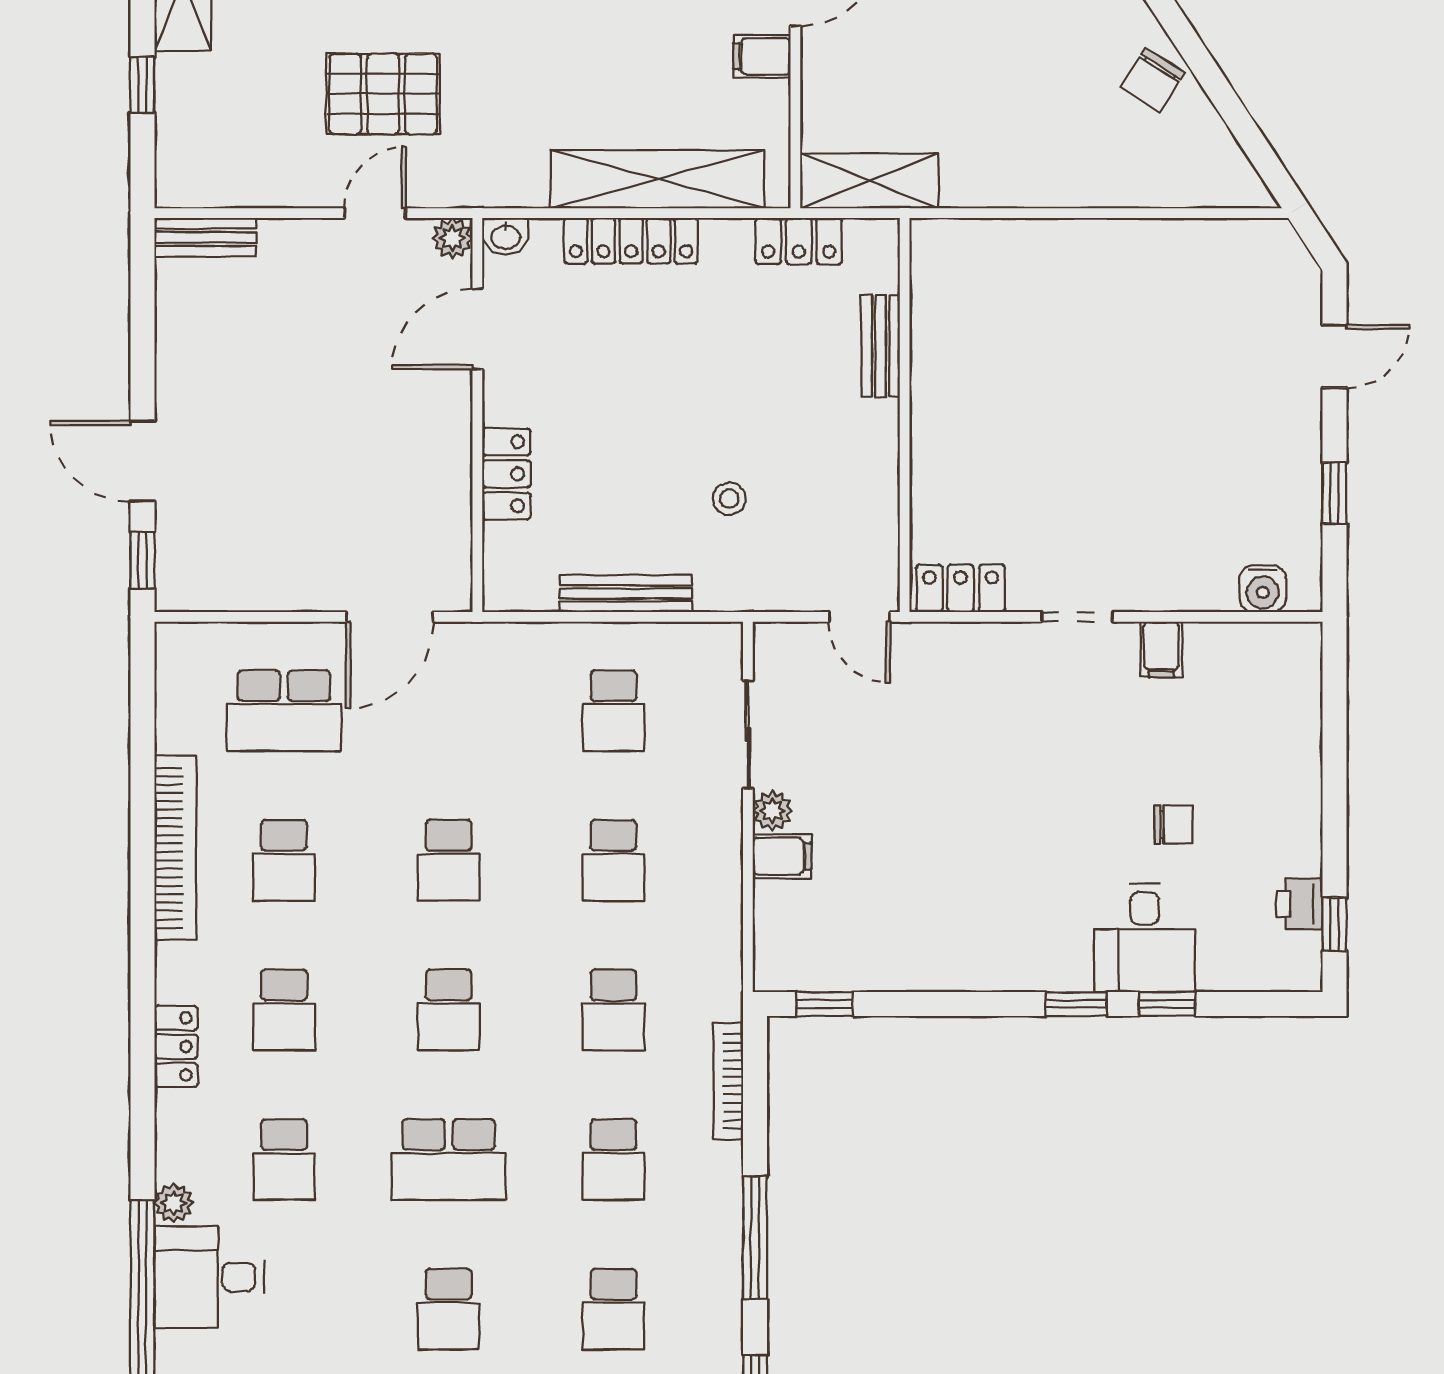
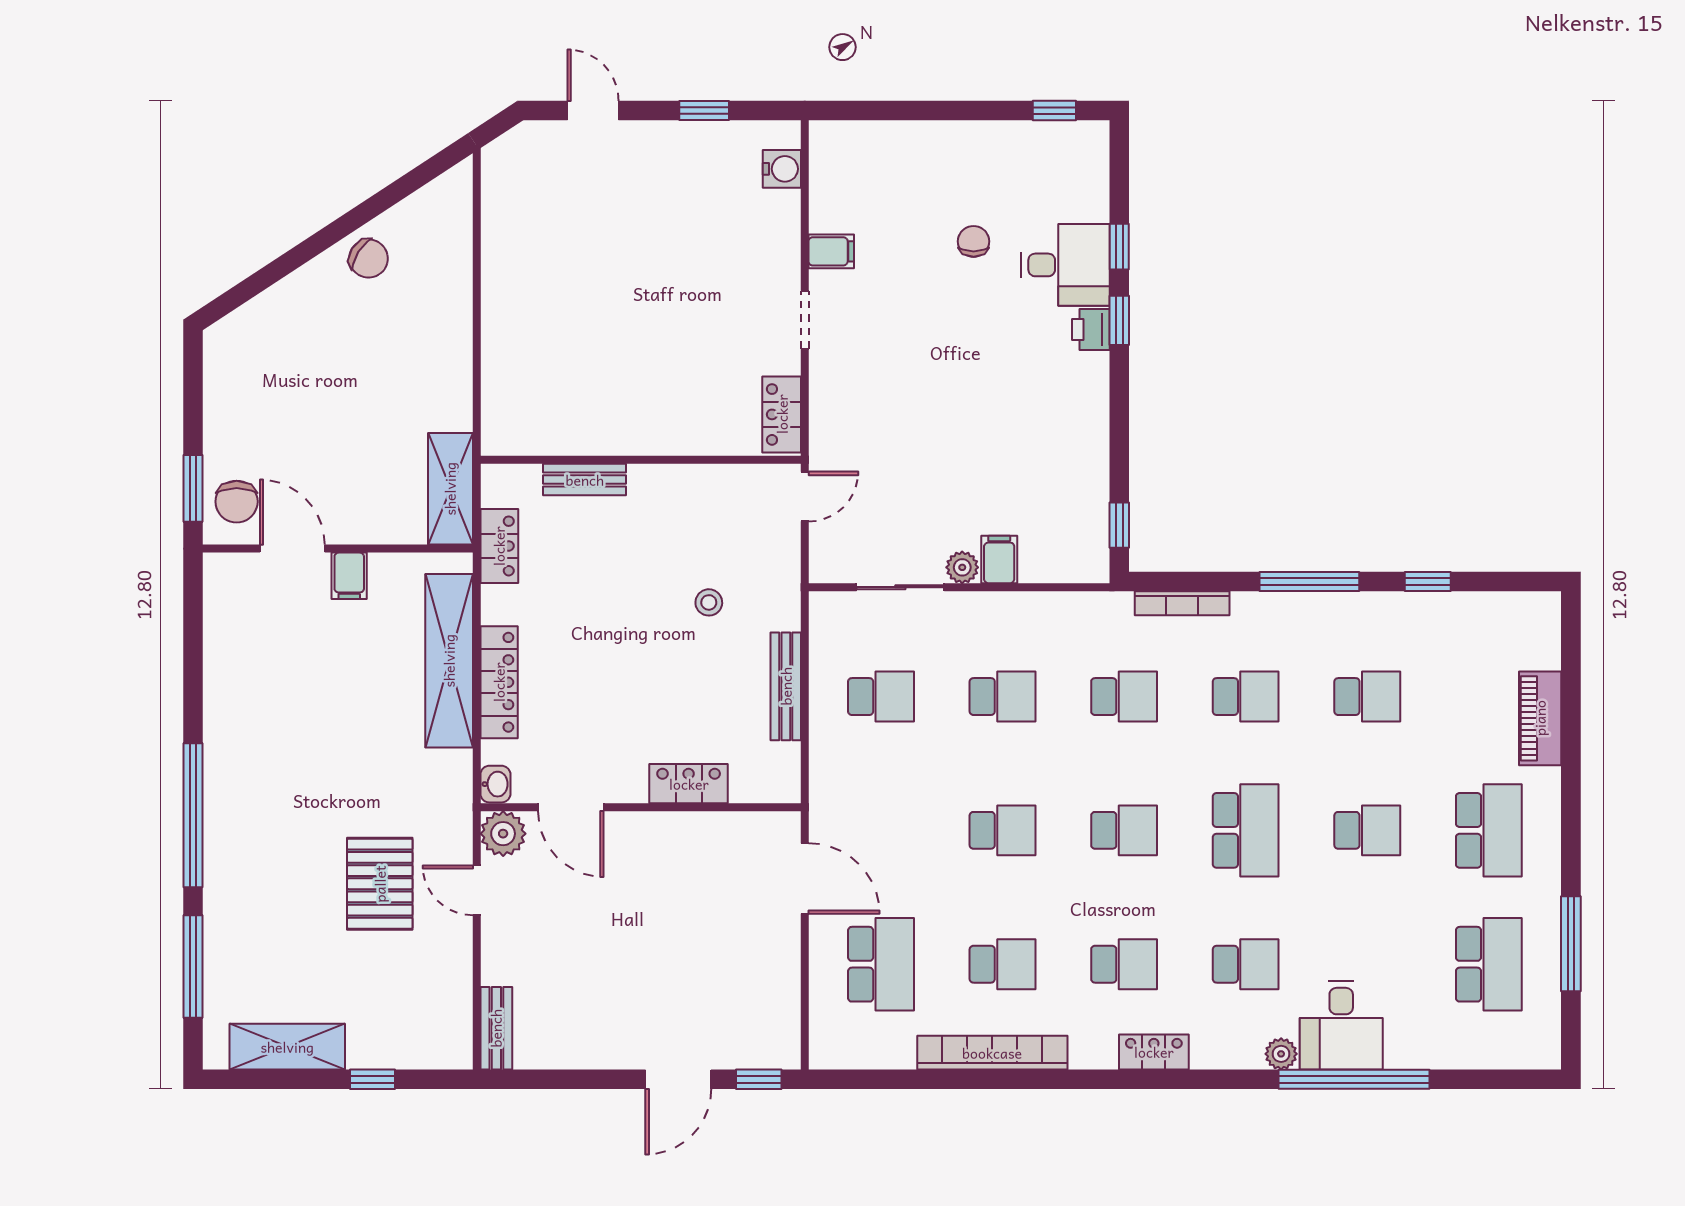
plant: (452, 238) -> (503, 834), width x1.38, depth x1.38
printer: (1300, 904) -> (1091, 329), moved, turned 90

